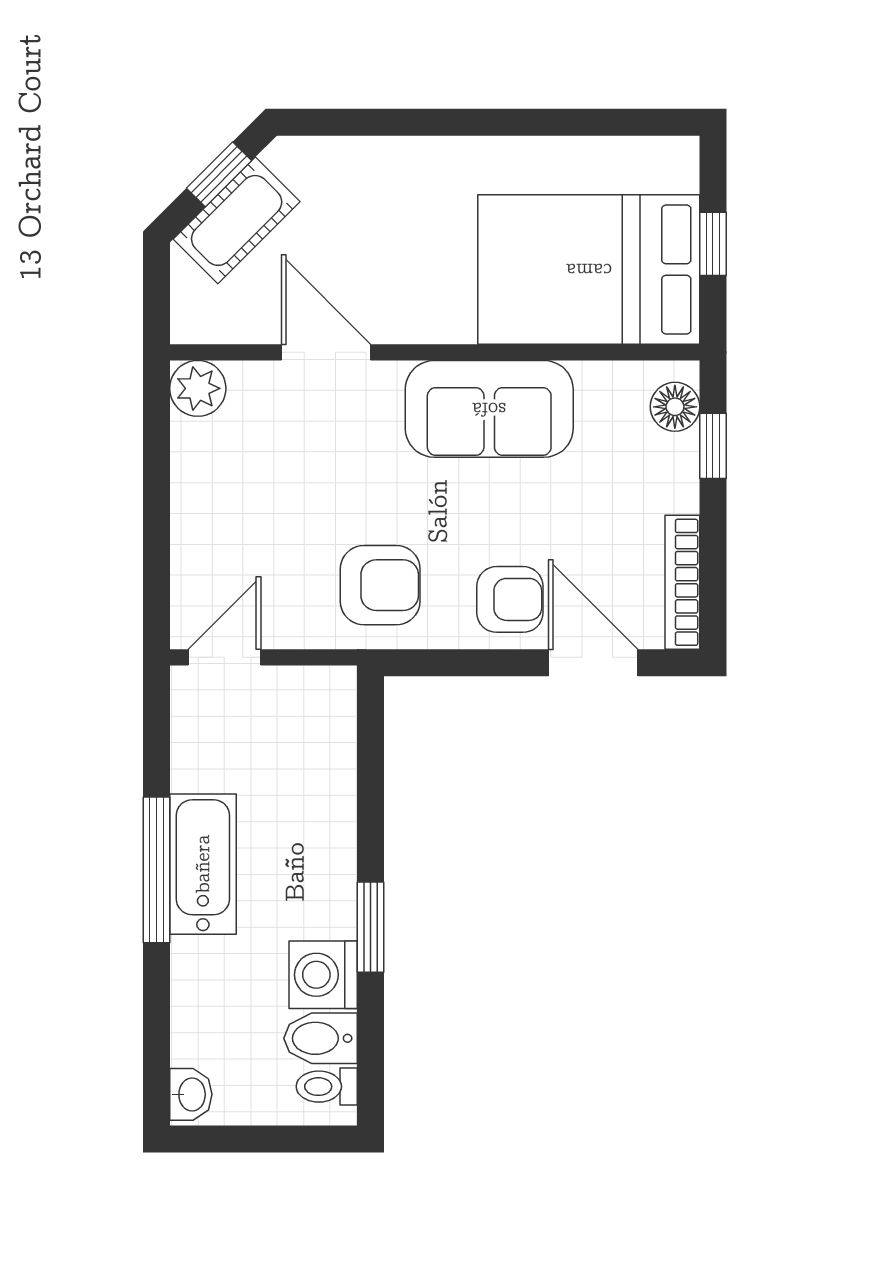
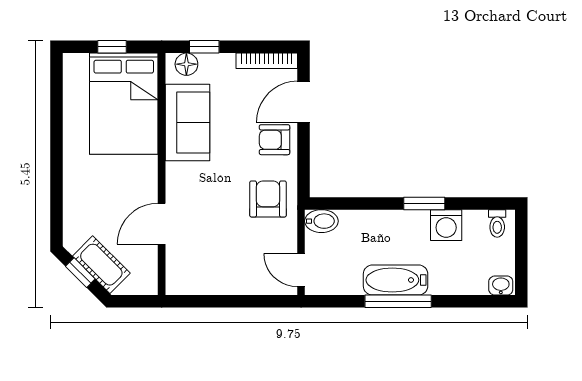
plant: (198, 388) -> (178, 282), removed
sofa: (489, 409) -> (187, 122), moved
armchair: (510, 599) -> (275, 140), turned -90
bidet: (320, 1038) -> (321, 221), moved, turned -90

